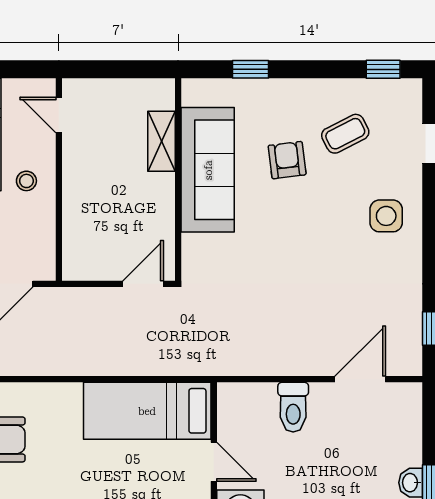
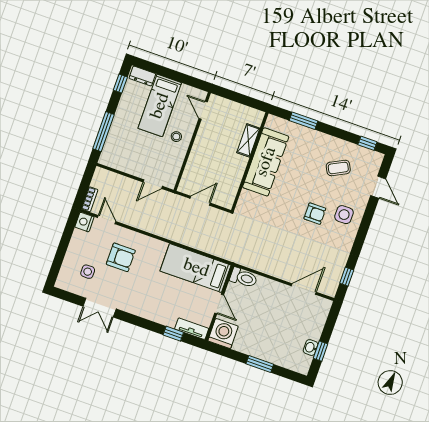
window: (251, 69) -> (304, 121), width x1.50
armchair: (287, 160) -> (315, 214), moved, turned 97
door: (143, 284) -> (200, 201), moved
toilet: (293, 407) -> (244, 278), moved, turned -90

